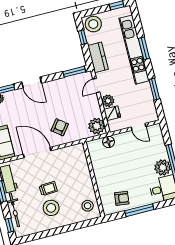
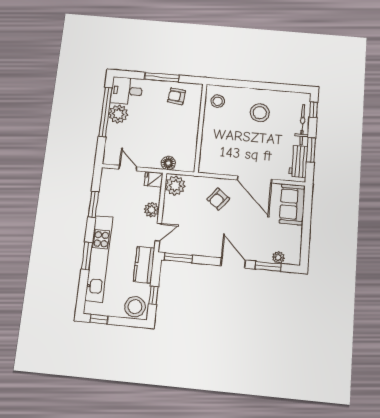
fridge: (112, 113) -> (154, 179), moved
trolley: (48, 189) -> (256, 135), removed

